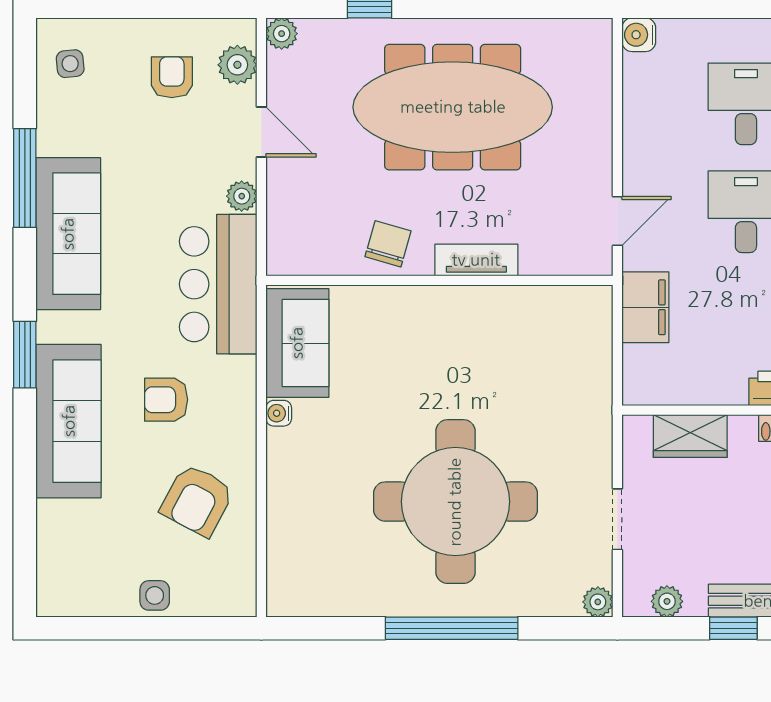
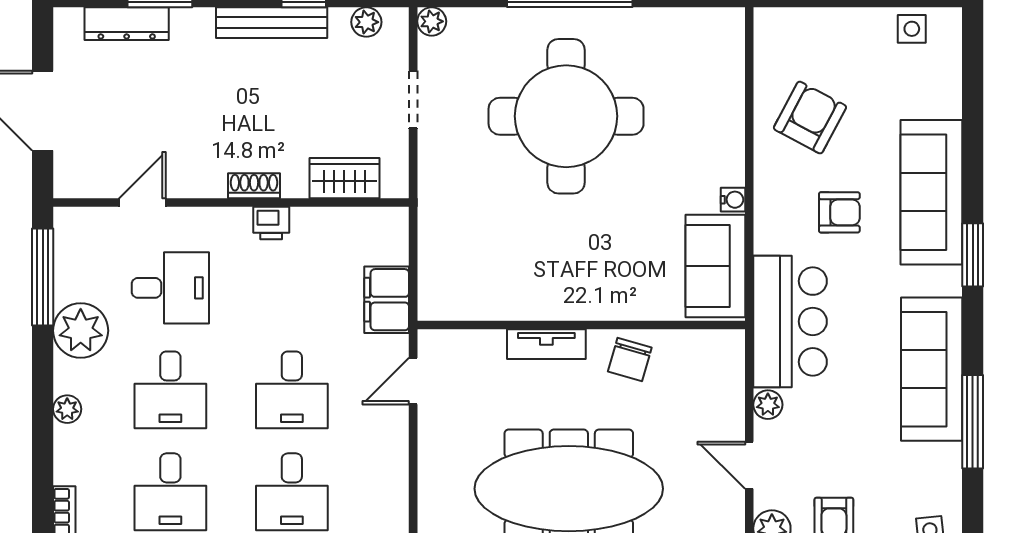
side table: (155, 595) -> (912, 29), moved

